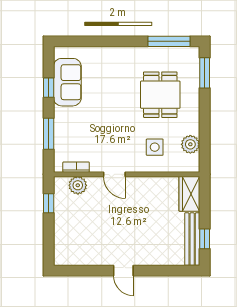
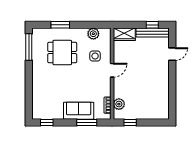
window: (205, 73) -> (60, 25), moved
sofa: (67, 82) -> (79, 111), moved
window: (49, 88) -> (47, 122), moved
door: (114, 174) -> (112, 70), moved
door: (123, 271) -> (172, 54), moved

